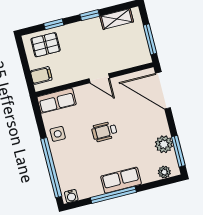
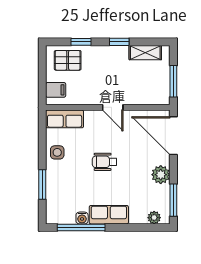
plant: (164, 144) -> (161, 175), moved
window: (51, 168) -> (42, 185), width x0.47
window: (113, 195) -> (81, 227), moved
water cooler: (71, 196) -> (82, 218), moved

